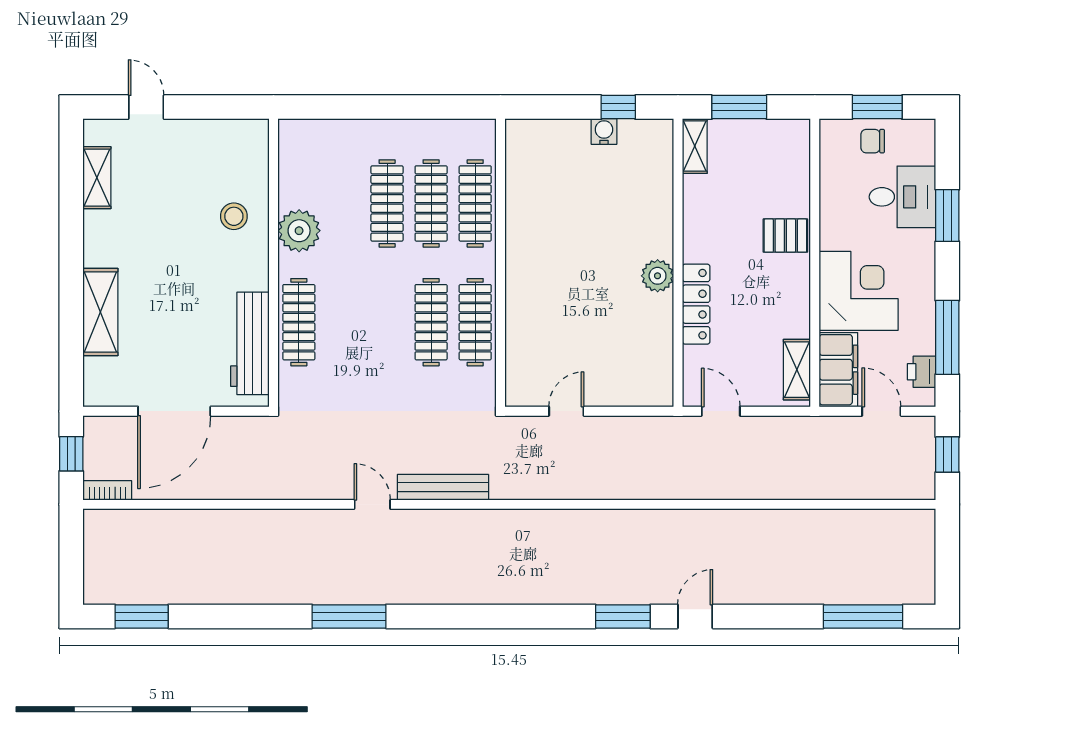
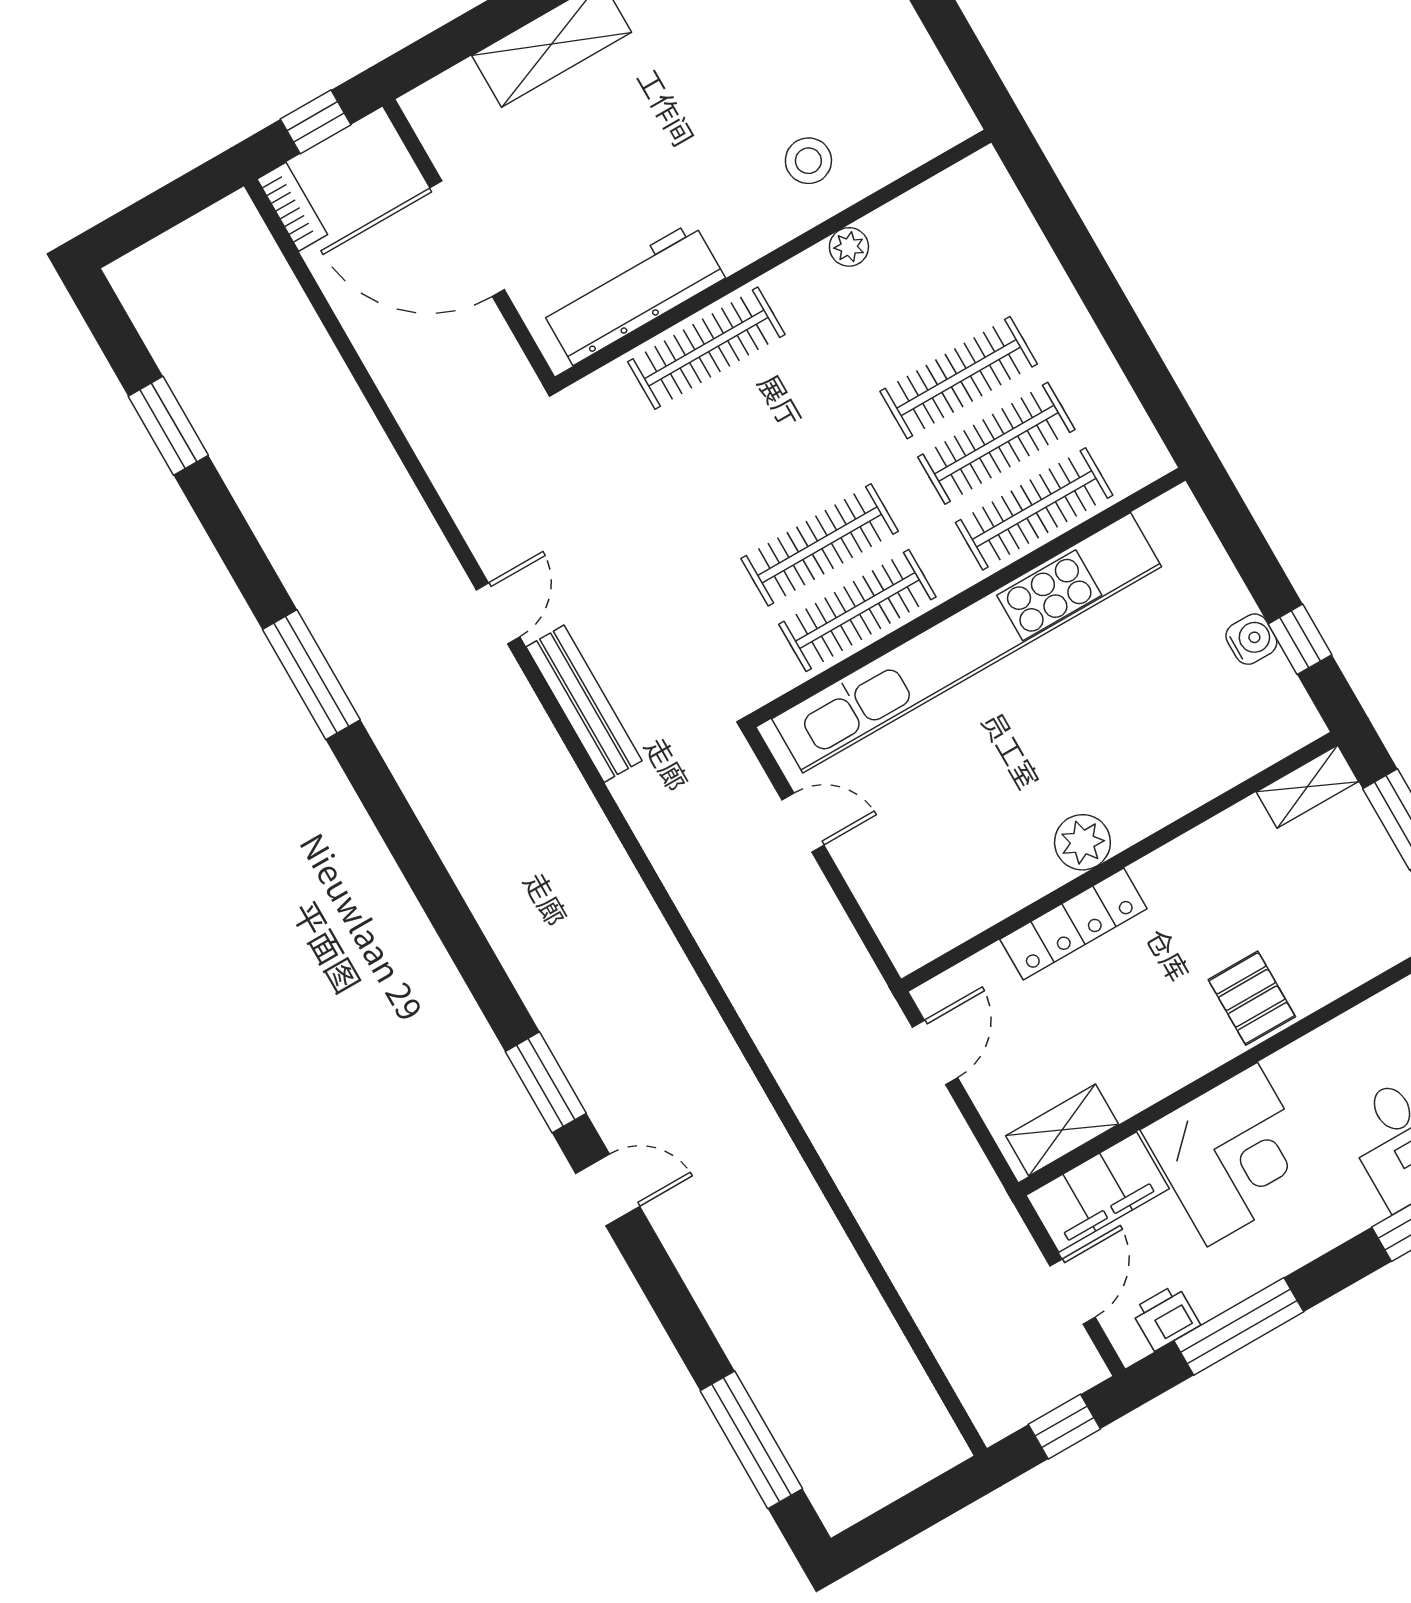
plant: (299, 231) -> (849, 247), width x0.53, depth x0.53
kitchen unit: (523, 276) -> (967, 643), added
window: (142, 616) -> (168, 426), moved

